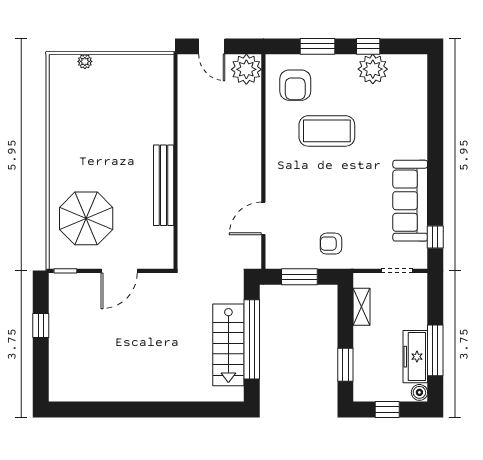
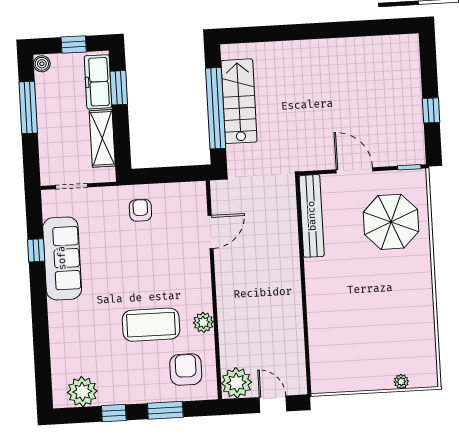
plant: (373, 69) -> (82, 392), moved
plant: (275, 130) -> (203, 322), added
bench: (164, 185) -> (312, 216), moved
window: (435, 237) -> (36, 250), moved
armchair: (331, 244) -> (140, 210), turned -90
door: (119, 271) -> (354, 170), hinge flipped
window: (299, 277) -> (171, 175), removed
shelving: (362, 307) -> (102, 138), width x1.50, depth x1.33
freezer: (415, 357) -> (98, 82), moved, turned 180

